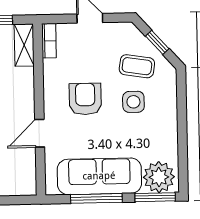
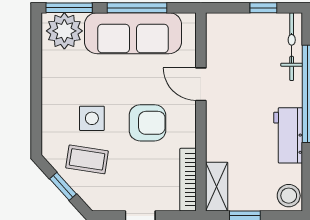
bookcase: (49, 41) -> (188, 180), width x1.56
armchair: (85, 99) -> (147, 123), turned -90
door: (40, 133) -> (201, 84), swing flipped

